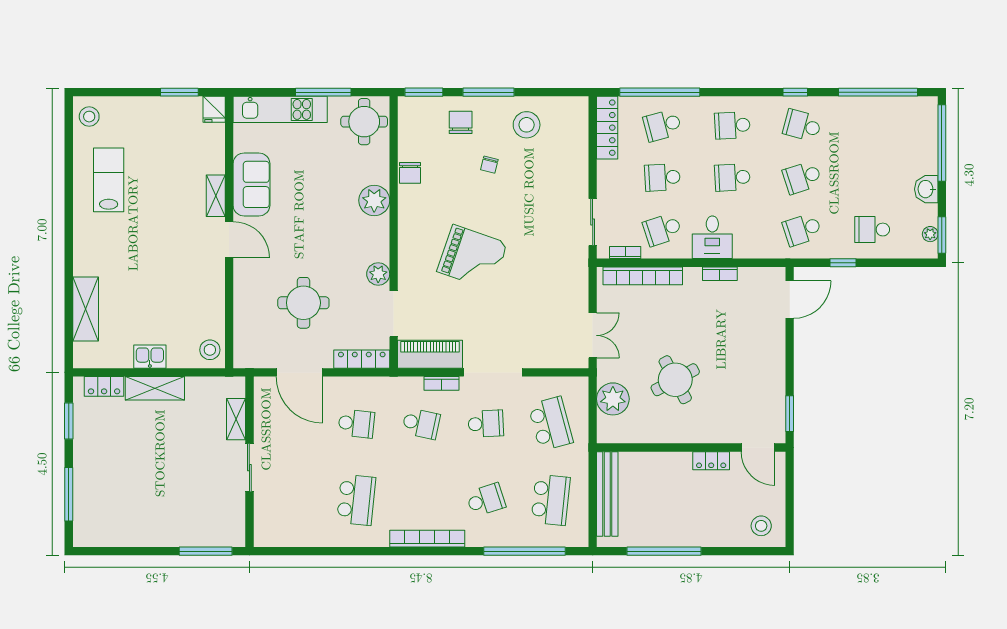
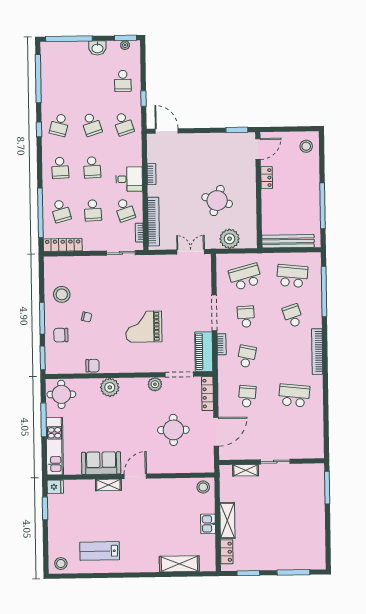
grand piano: (472, 257) -> (144, 327), turned -109
round table: (675, 380) -> (217, 201), turned 45

